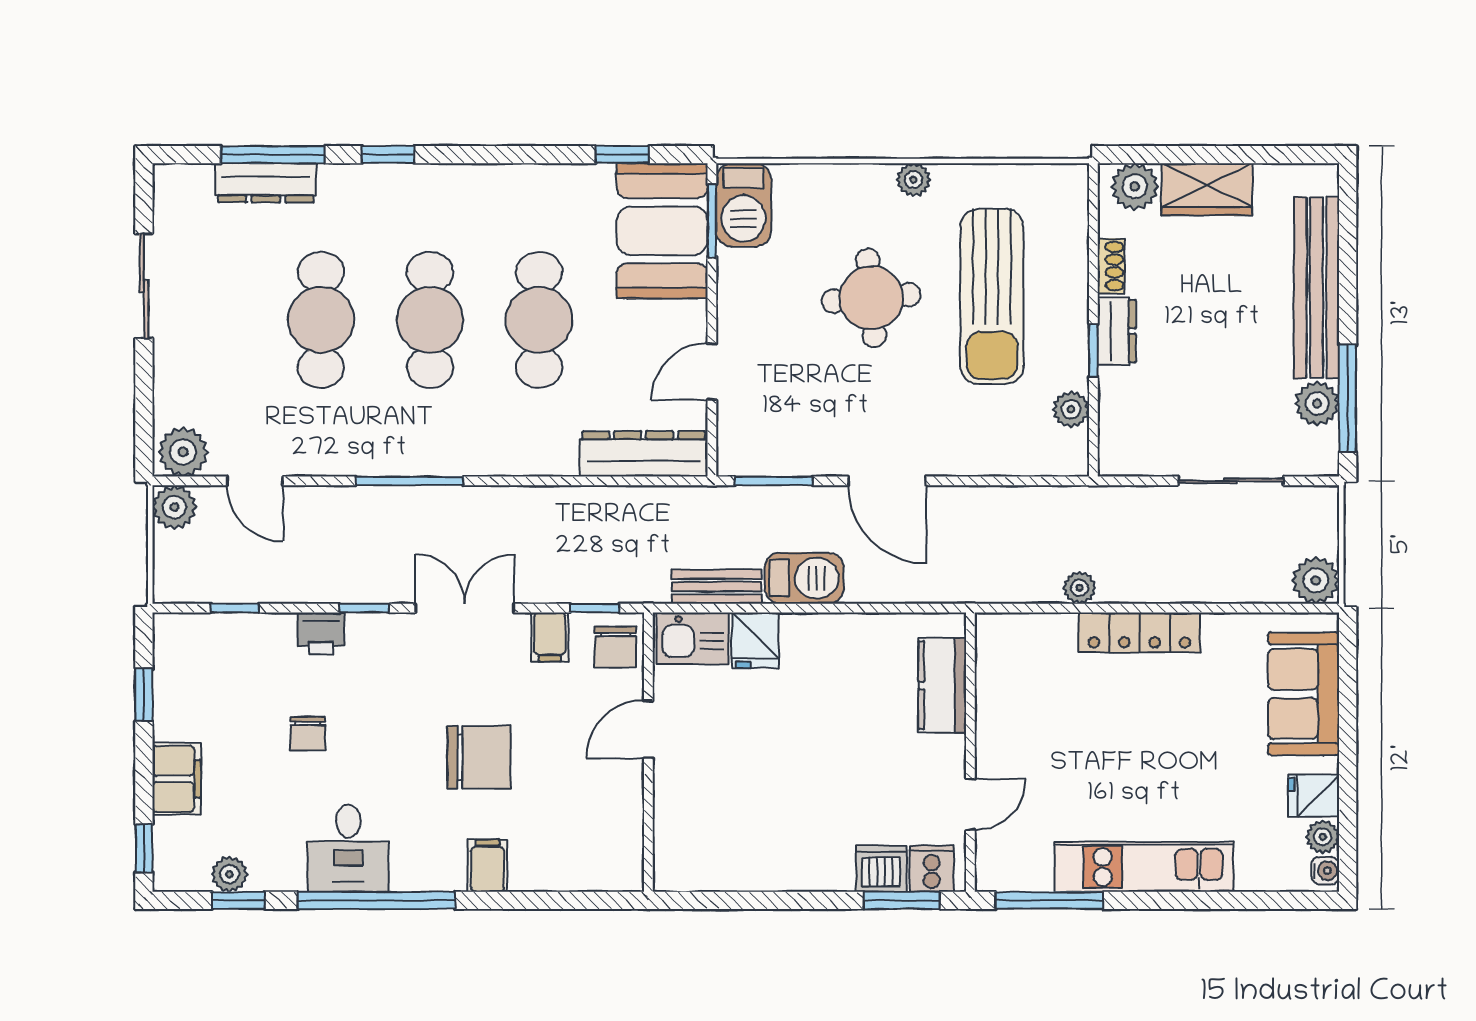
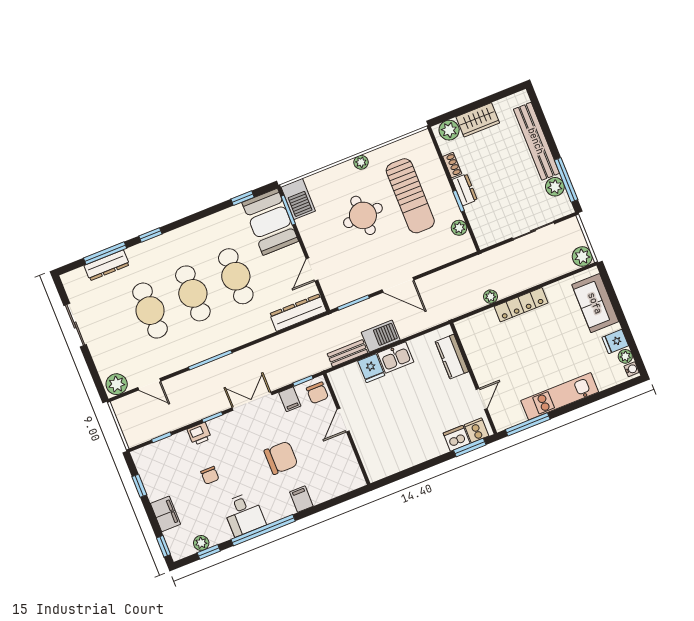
plant: (174, 507) -> (122, 407), removed
kitchen sink: (693, 638) -> (396, 358), moved

